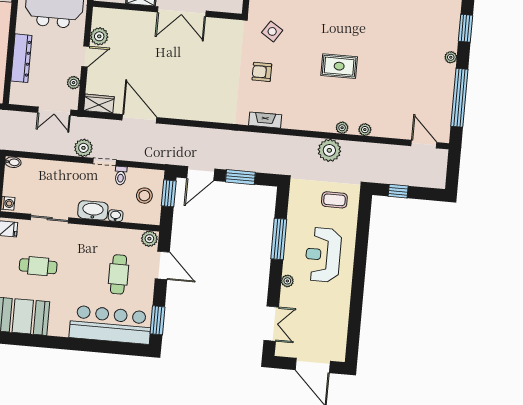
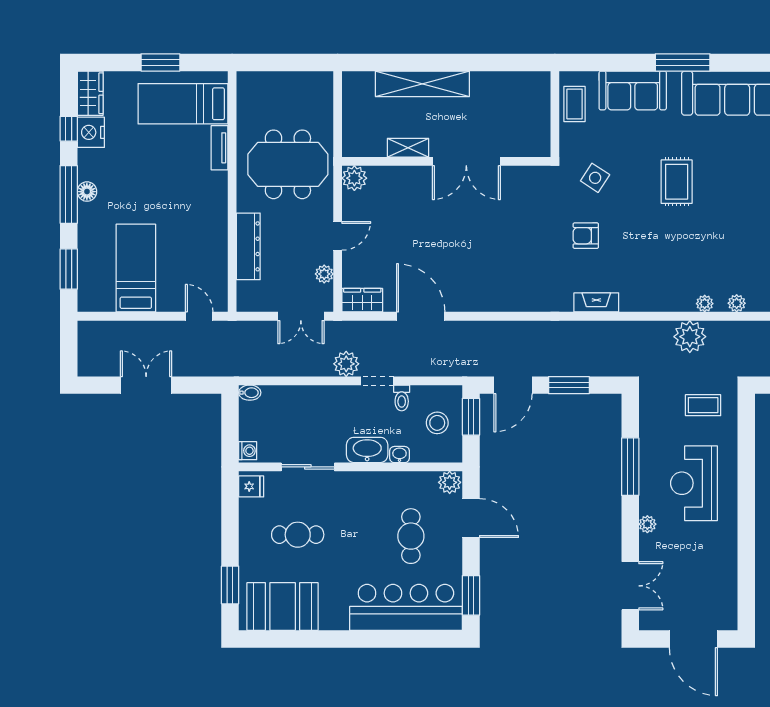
plant: (99, 36) -> (354, 178), moved
rug: (339, 66) -> (677, 182), moved, turned 90

